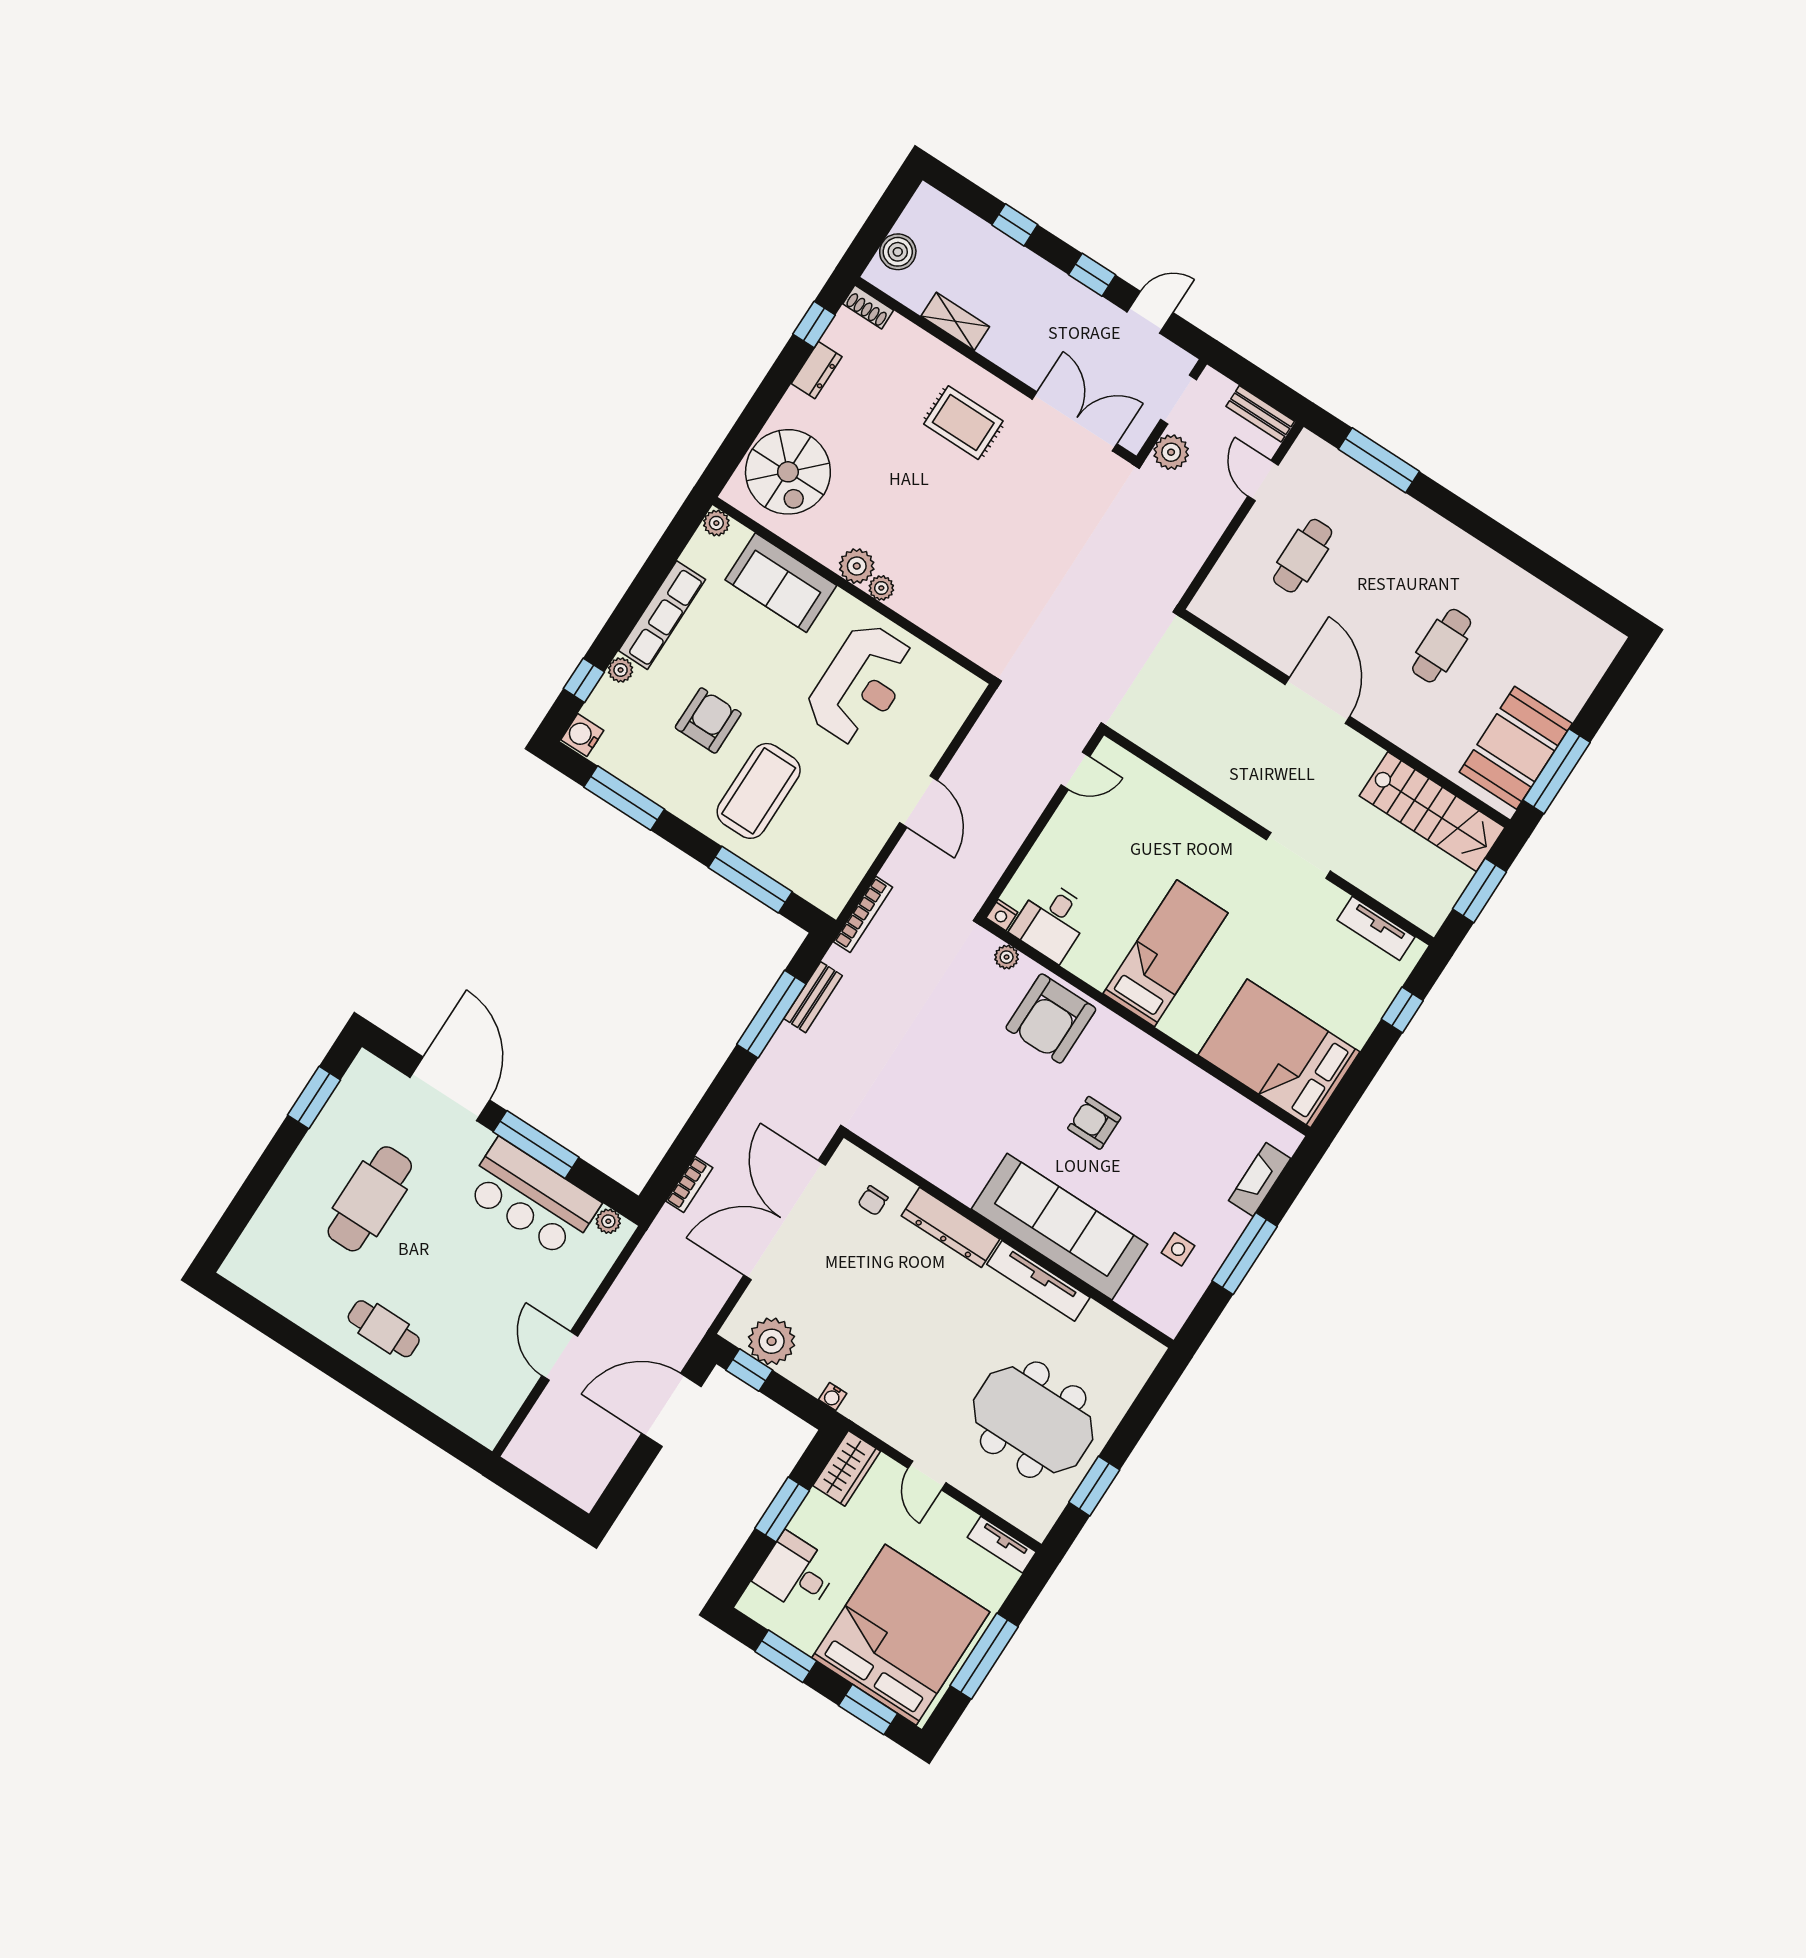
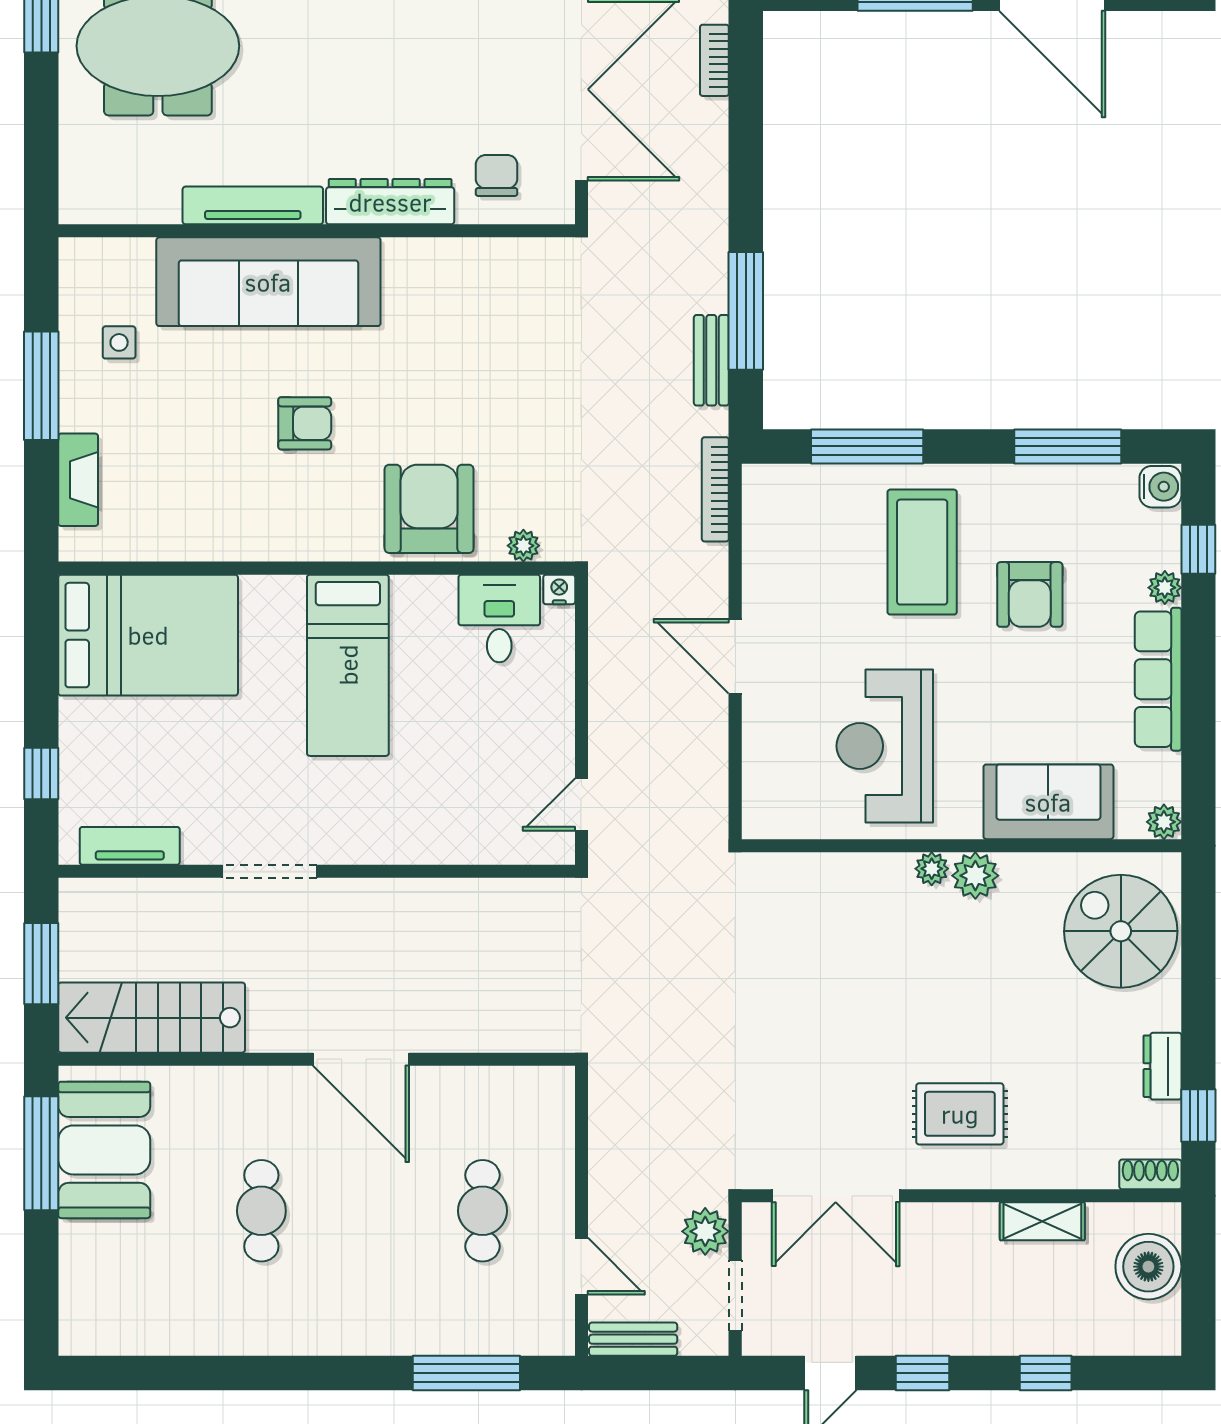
boiler: (898, 252) -> (1148, 1267), width x1.37, depth x1.37
chair: (873, 1201) -> (497, 175), width x1.37, depth x1.37

